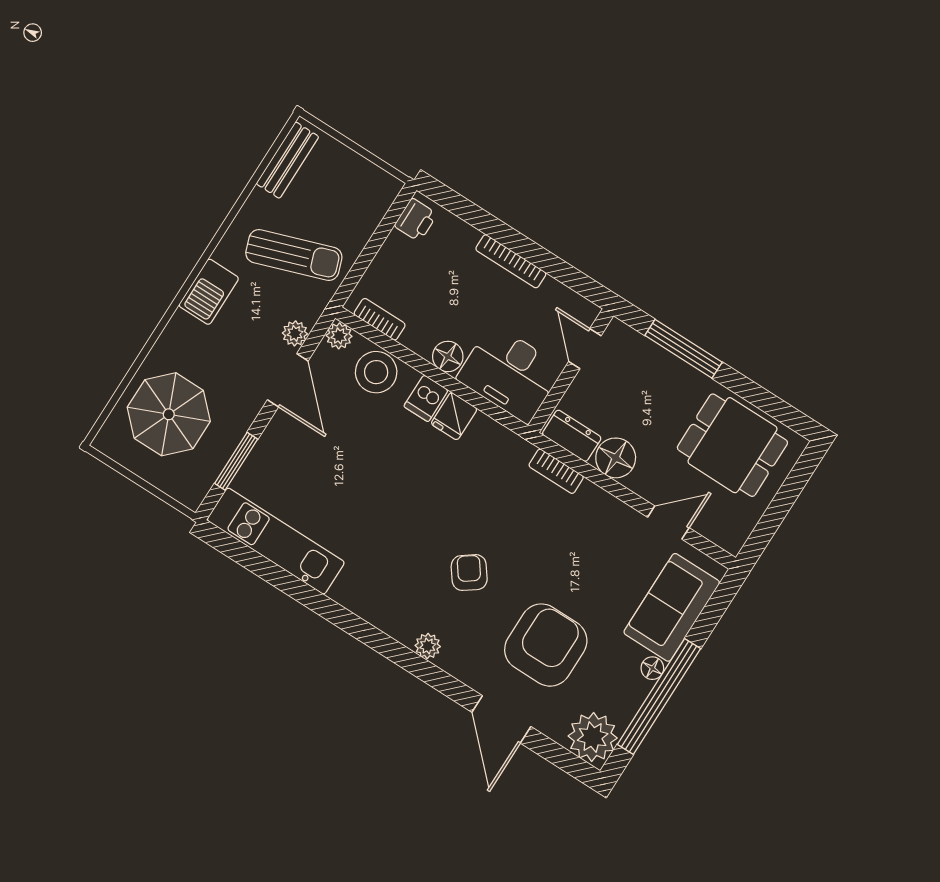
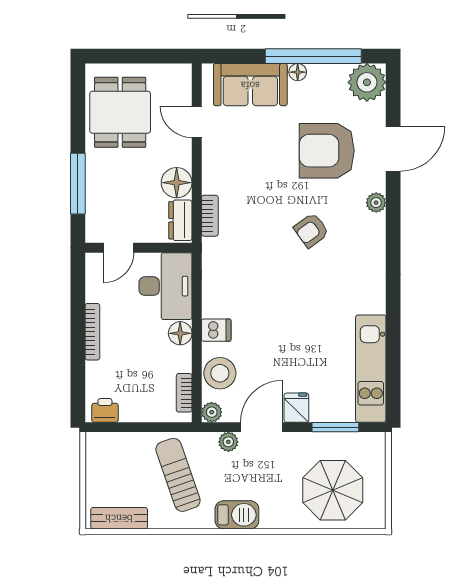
fridge: (454, 416) -> (296, 408), moved, turned -90
plant: (428, 646) -> (376, 203), moved

